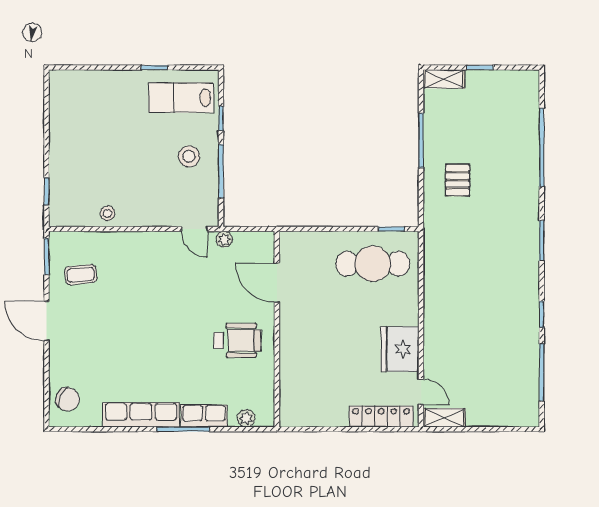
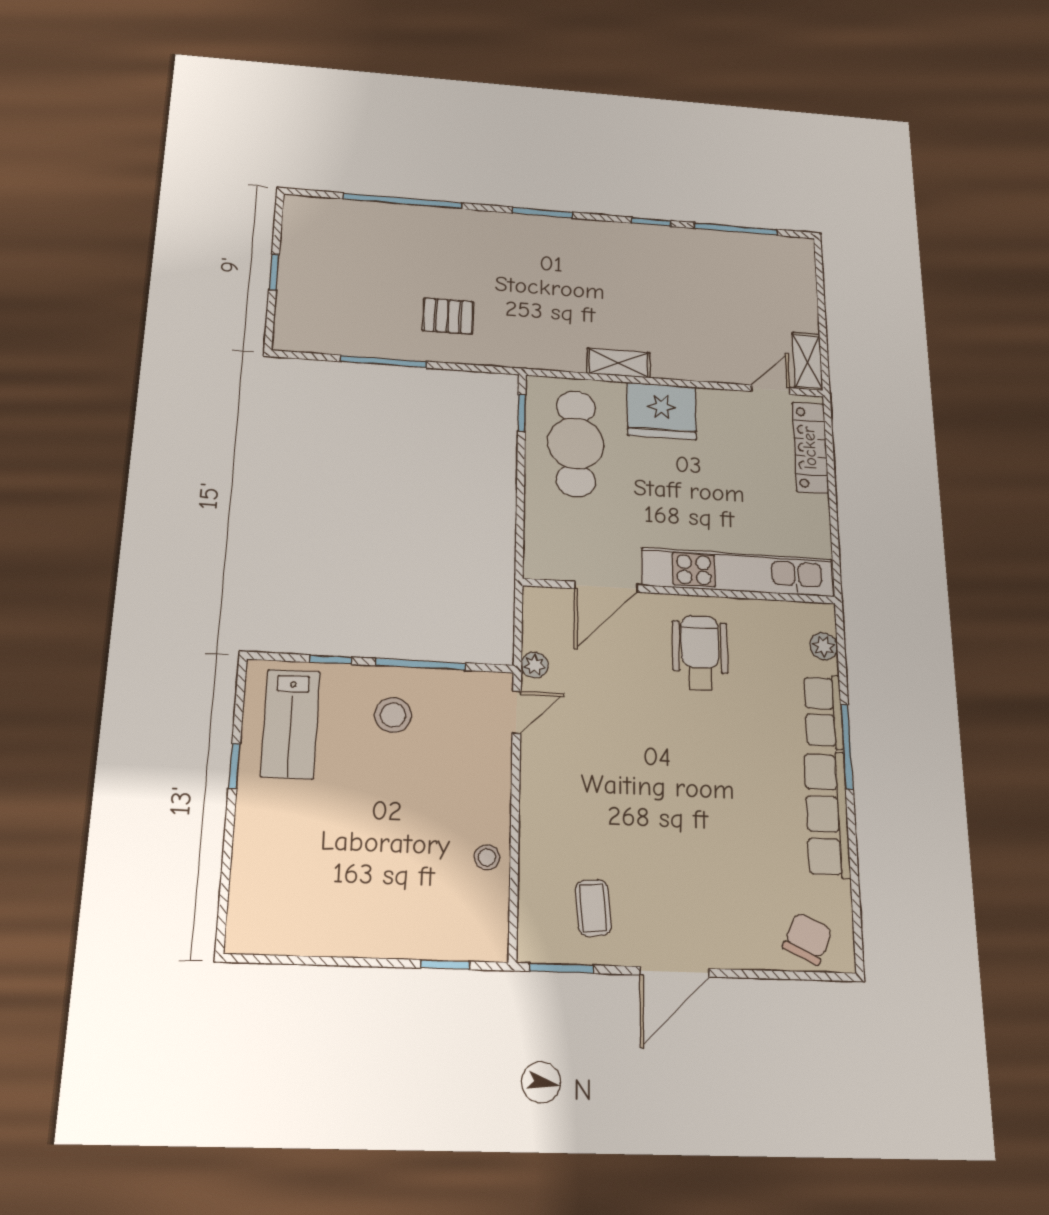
shelving: (444, 79) -> (619, 363), moved, turned 90
fridge: (400, 349) -> (662, 411), moved
kitchen unit: (292, 366) -> (738, 572), added

